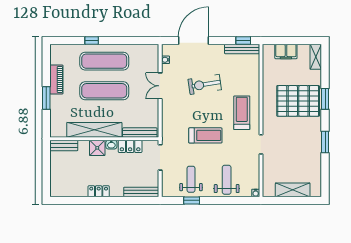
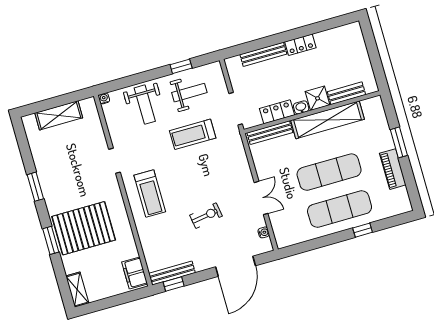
filing cabinet: (286, 52) -> (135, 273), moved, turned -90
exercise bike: (205, 84) -> (206, 216), width x0.73, depth x0.72
treadmill: (205, 135) -> (193, 134), moved
bench: (64, 145) -> (346, 93), moved
weight bench: (191, 179) -> (189, 93), turned -90
bench: (141, 192) -> (263, 54), moved

